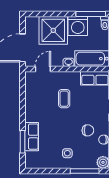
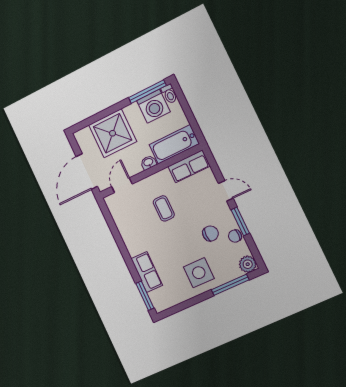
washing machine: (78, 26) -> (153, 106), moved
window: (23, 142) -> (145, 296), moved
side table: (67, 153) -> (199, 273), width x1.87, depth x1.87

